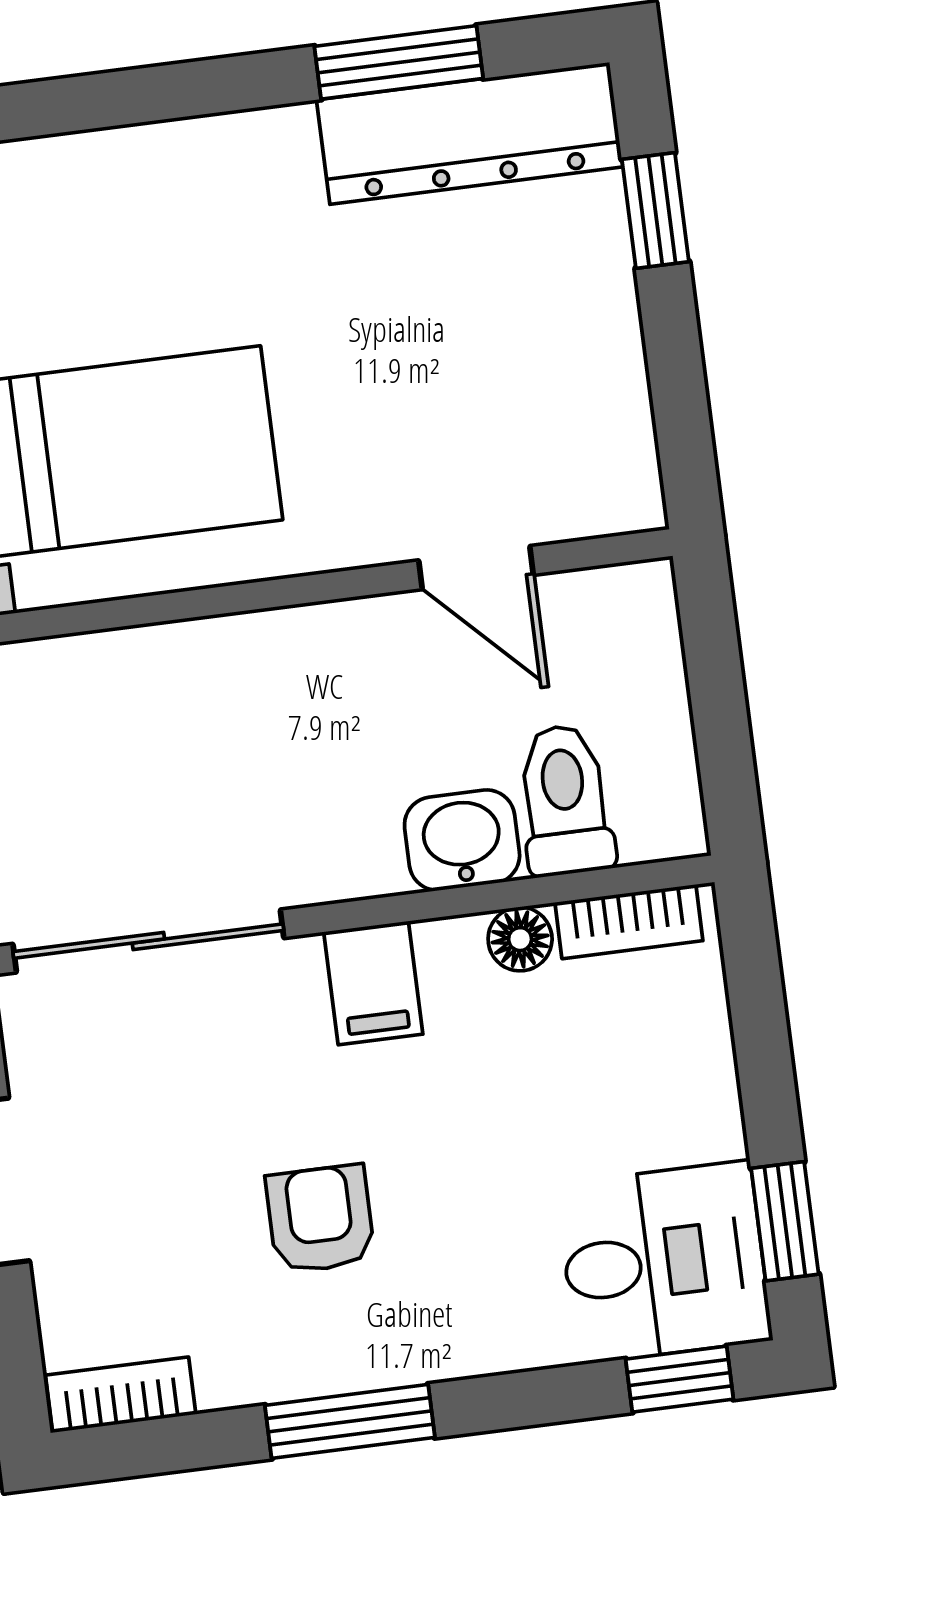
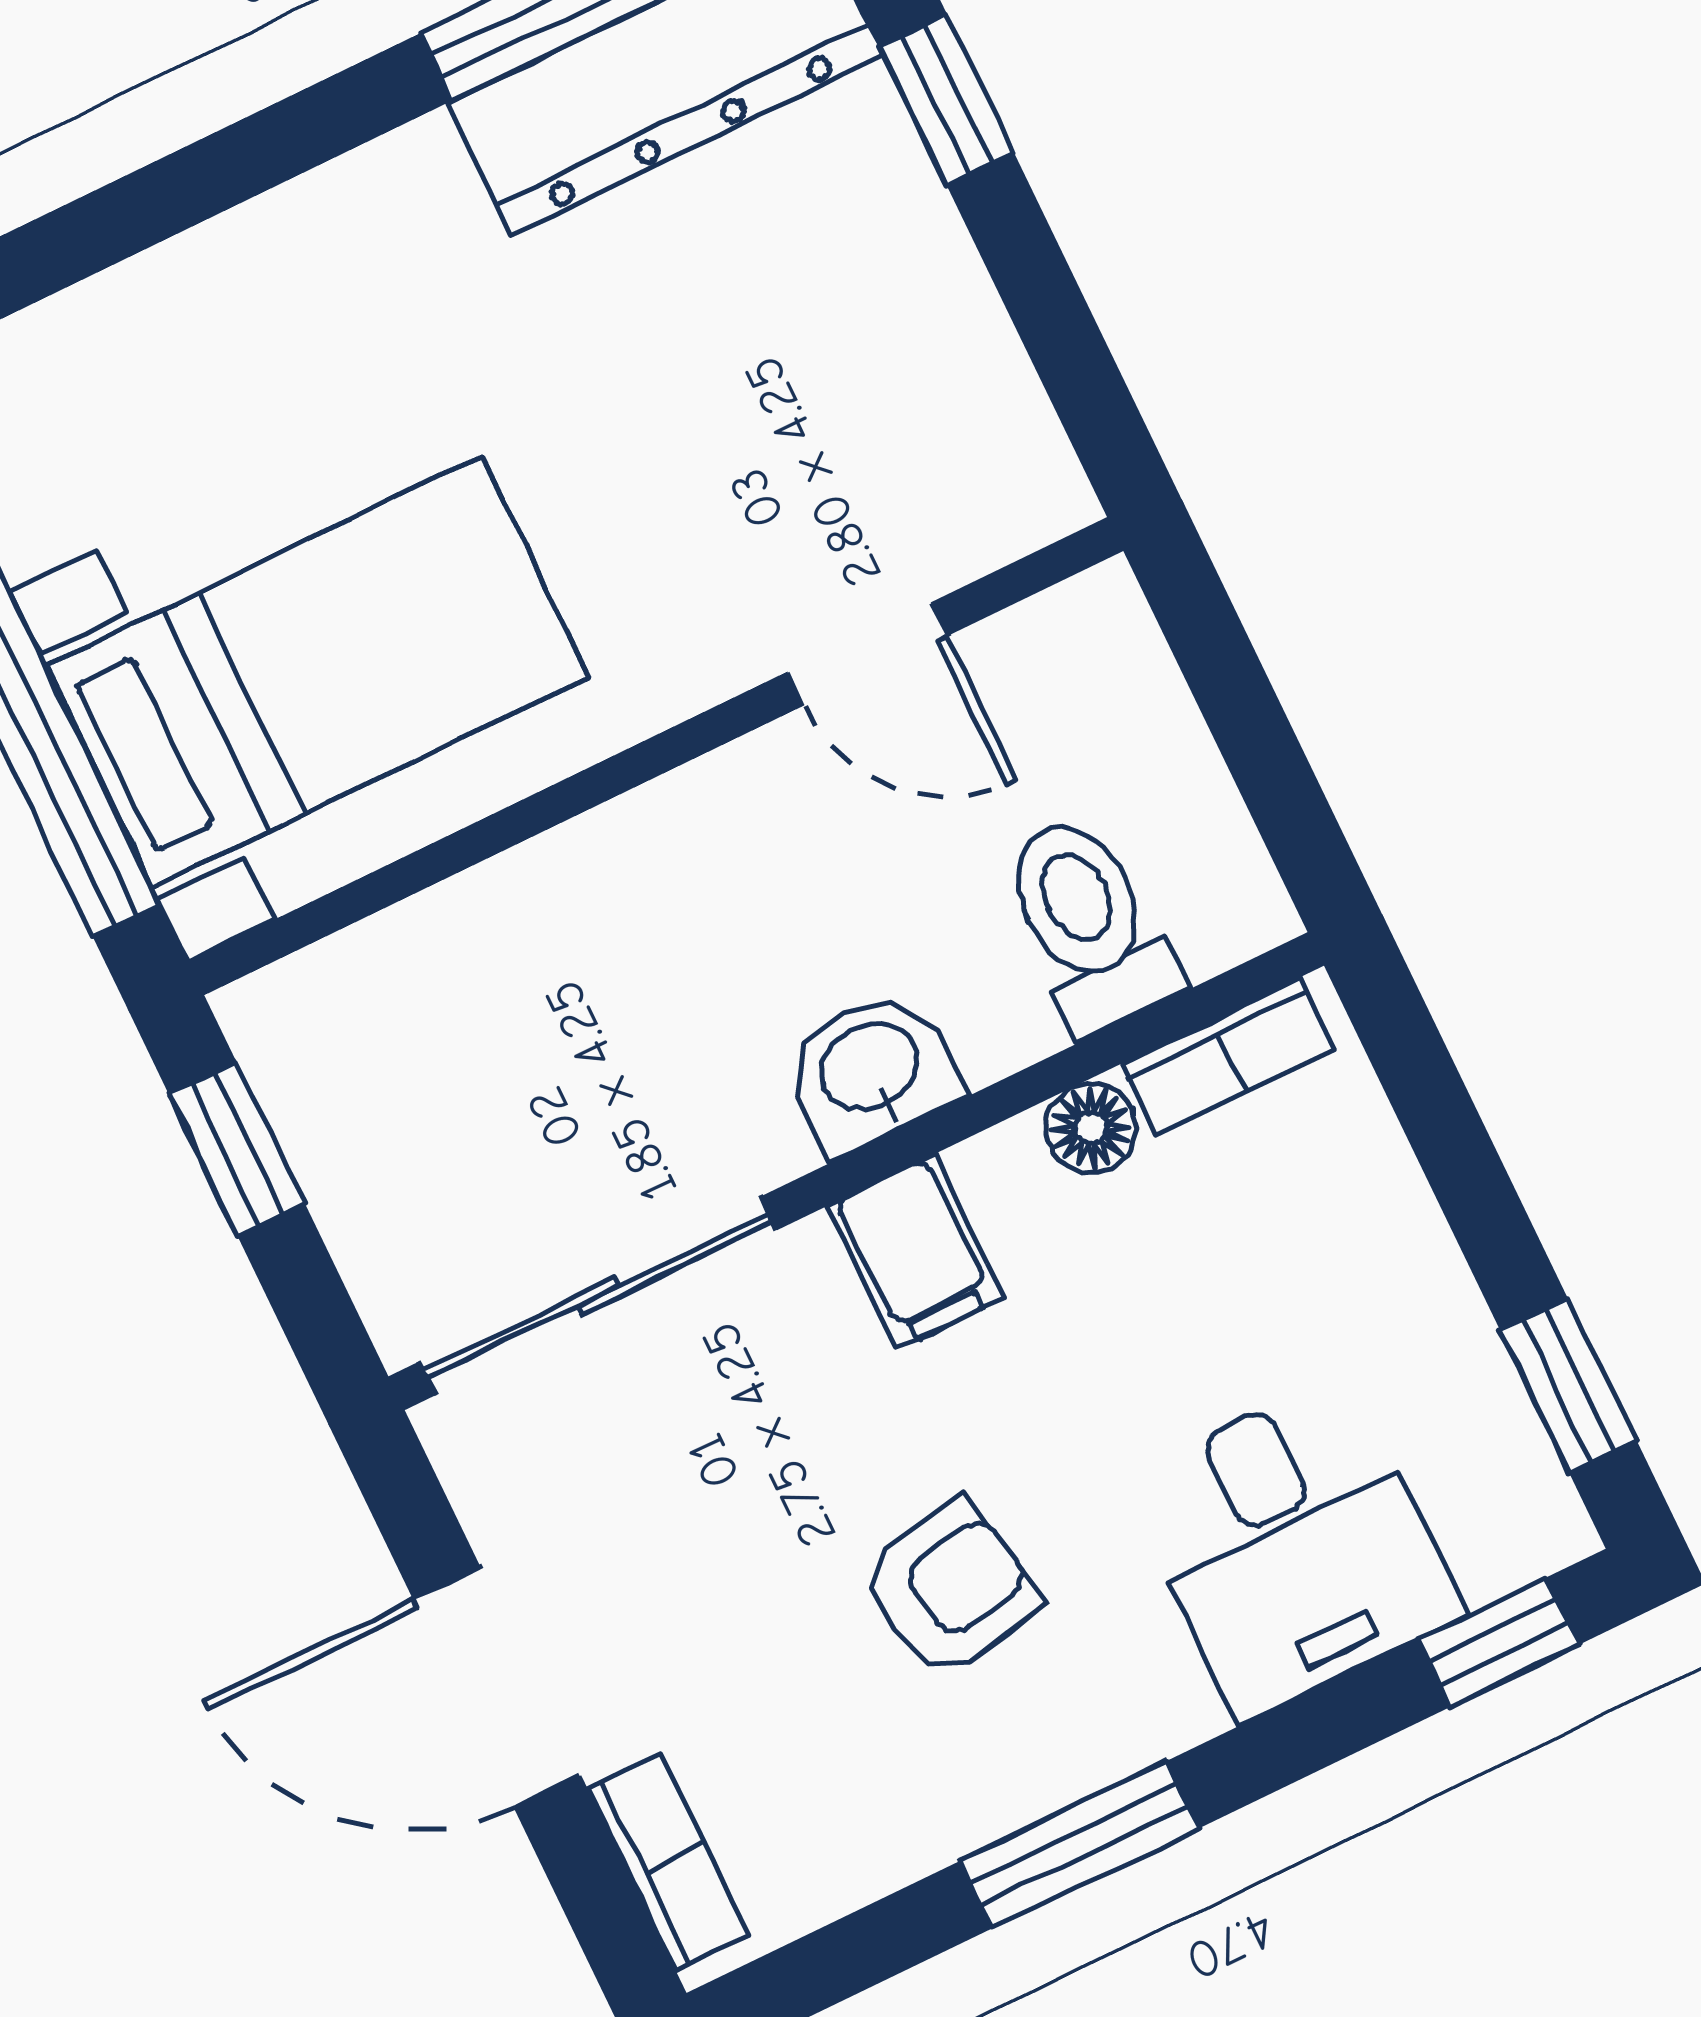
washbasin: (462, 840) -> (871, 1070), moved
armchair: (320, 1219) -> (950, 1589), turned 79
desk: (664, 1262) -> (1293, 1547), moved, turned 90
bookcase: (121, 1395) -> (668, 1862), moved, turned 90

